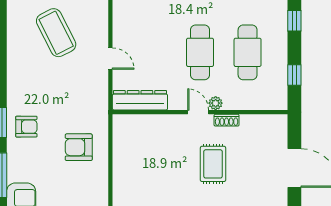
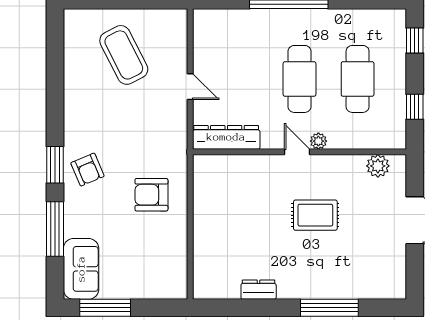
shoe rack: (227, 120) -> (332, 162), removed
plant: (264, 124) -> (378, 166), added
armchair: (26, 127) -> (87, 170), turned 67
rug: (213, 164) -> (315, 215), turned 90

